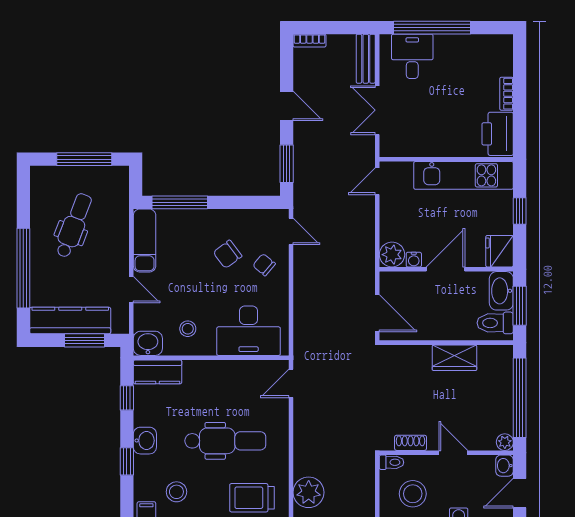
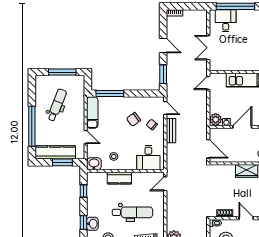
bench: (366, 59) -> (171, 131), moved
desk: (249, 331) -> (148, 157), width x0.73
kitchen counter: (158, 372) -> (119, 178), moved
washbasin: (145, 441) -> (92, 224), moved

